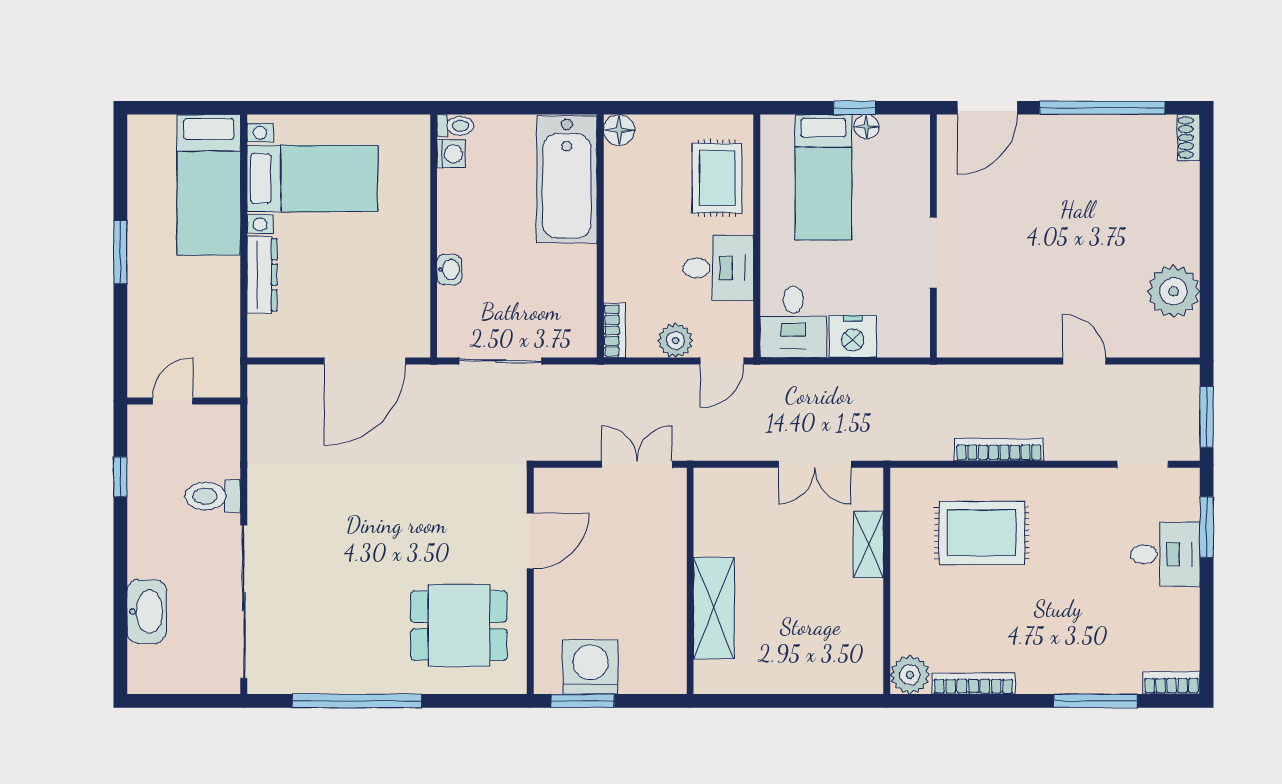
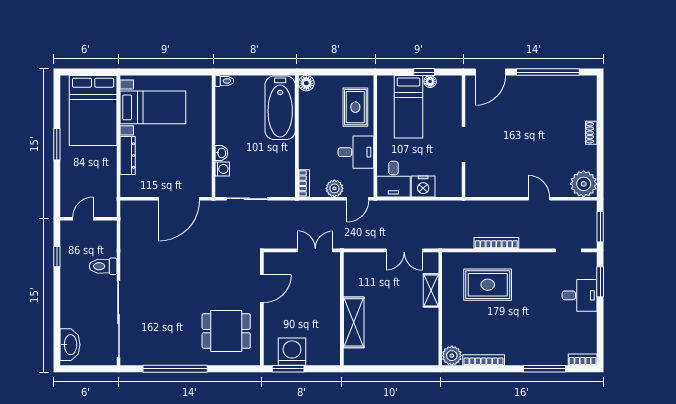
shoe rack: (1189, 138) -> (591, 133), moved
washing machine: (451, 154) -> (222, 169), moved
bed: (209, 185) -> (93, 111), width x1.50
plant: (1174, 291) -> (584, 184), moved
washbasin: (147, 611) -> (70, 345), moved

